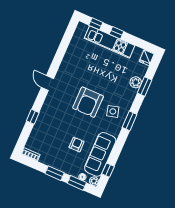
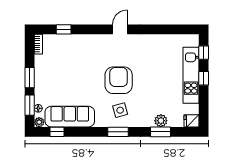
armchair: (88, 102) -> (119, 80), turned 90
window: (33, 117) -> (64, 29), moved
armchair: (77, 144) -> (69, 87), removed

